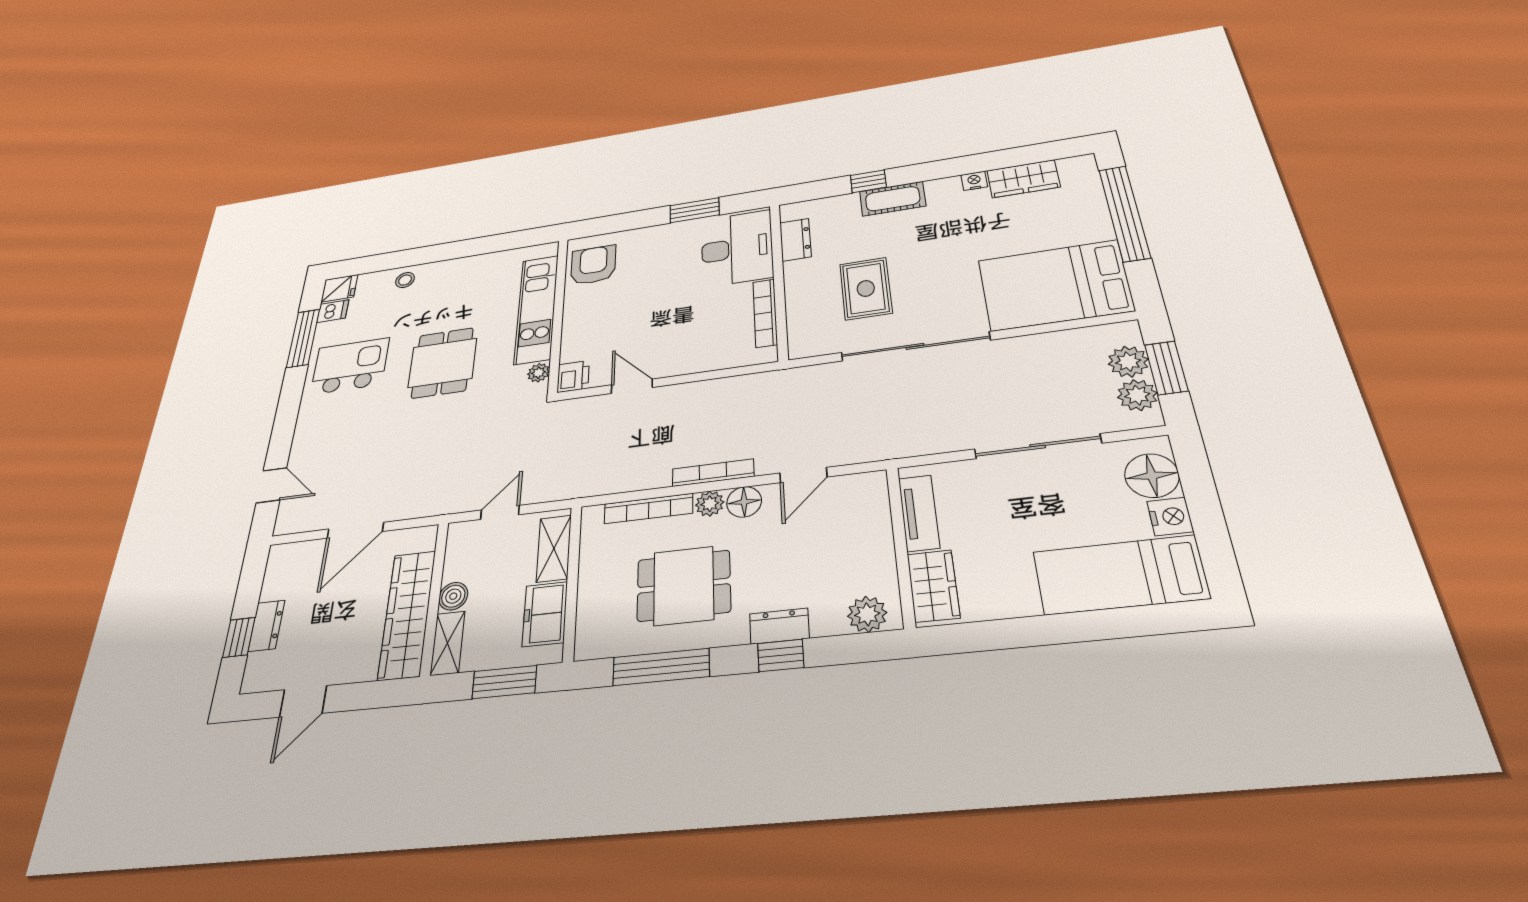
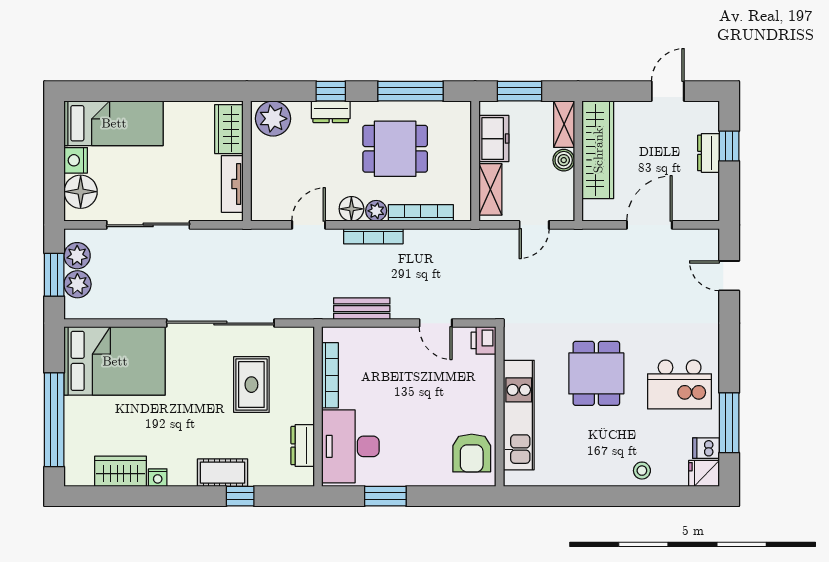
plant: (539, 373) -> (513, 349), removed
bench: (727, 388) -> (362, 309), added
plant: (867, 614) -> (273, 119), width x1.36, depth x1.36

